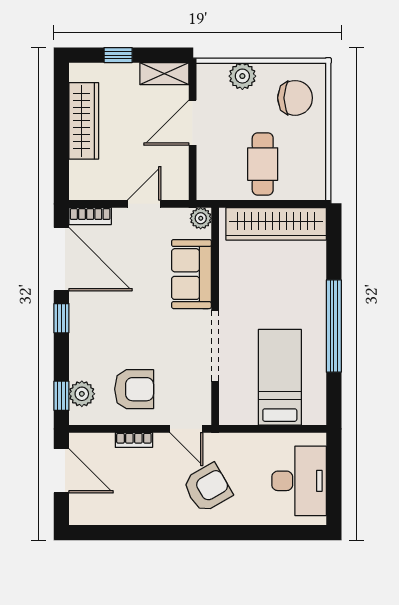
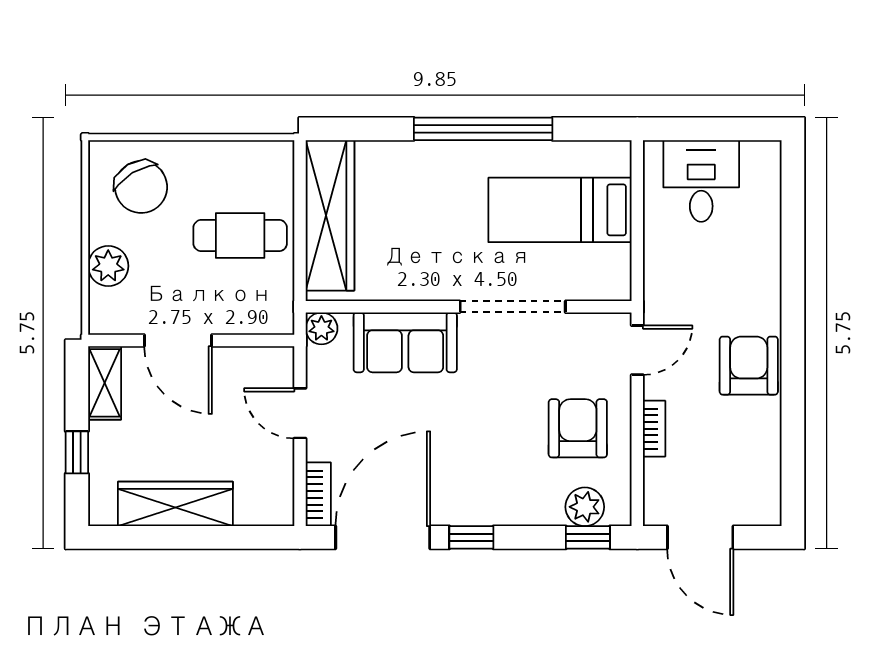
chair: (295, 98) -> (141, 187), turned 149
door: (61, 471) -> (700, 537), swing flipped
desk: (299, 481) -> (701, 181), width x0.73
armchair: (207, 488) -> (749, 366), moved, turned 30

